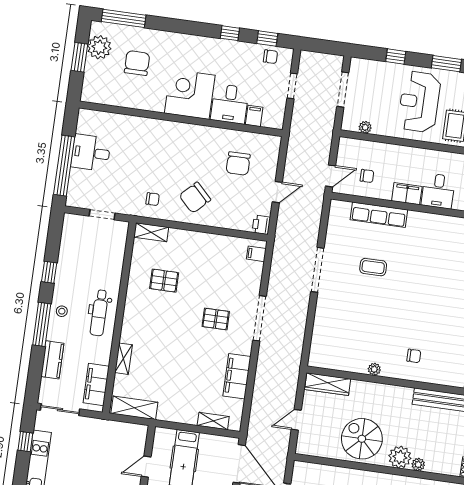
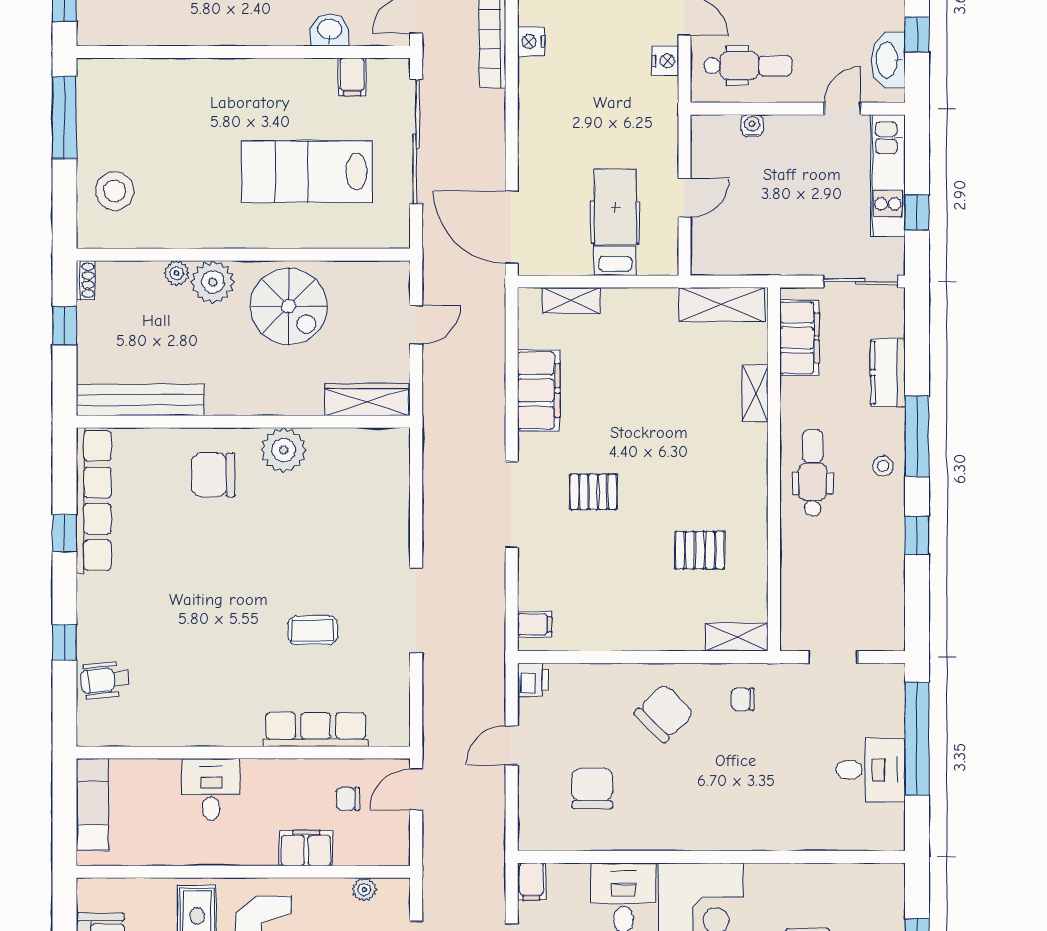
filing cabinet: (254, 116) -> (532, 881), moved
filing cabinet: (407, 194) -> (306, 848), moved, turned 180
chair: (414, 356) -> (213, 475), width x1.87, depth x1.87
plant: (374, 369) -> (284, 450), width x1.88, depth x1.88

